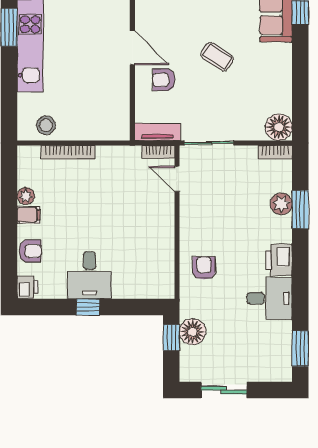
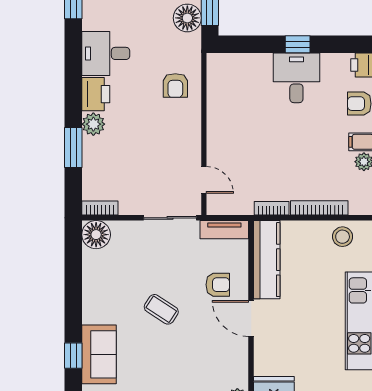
kitchen counter: (118, 104) -> (267, 260), added
bookcase: (158, 152) -> (272, 208), moved
plant: (281, 204) -> (93, 124), moved

